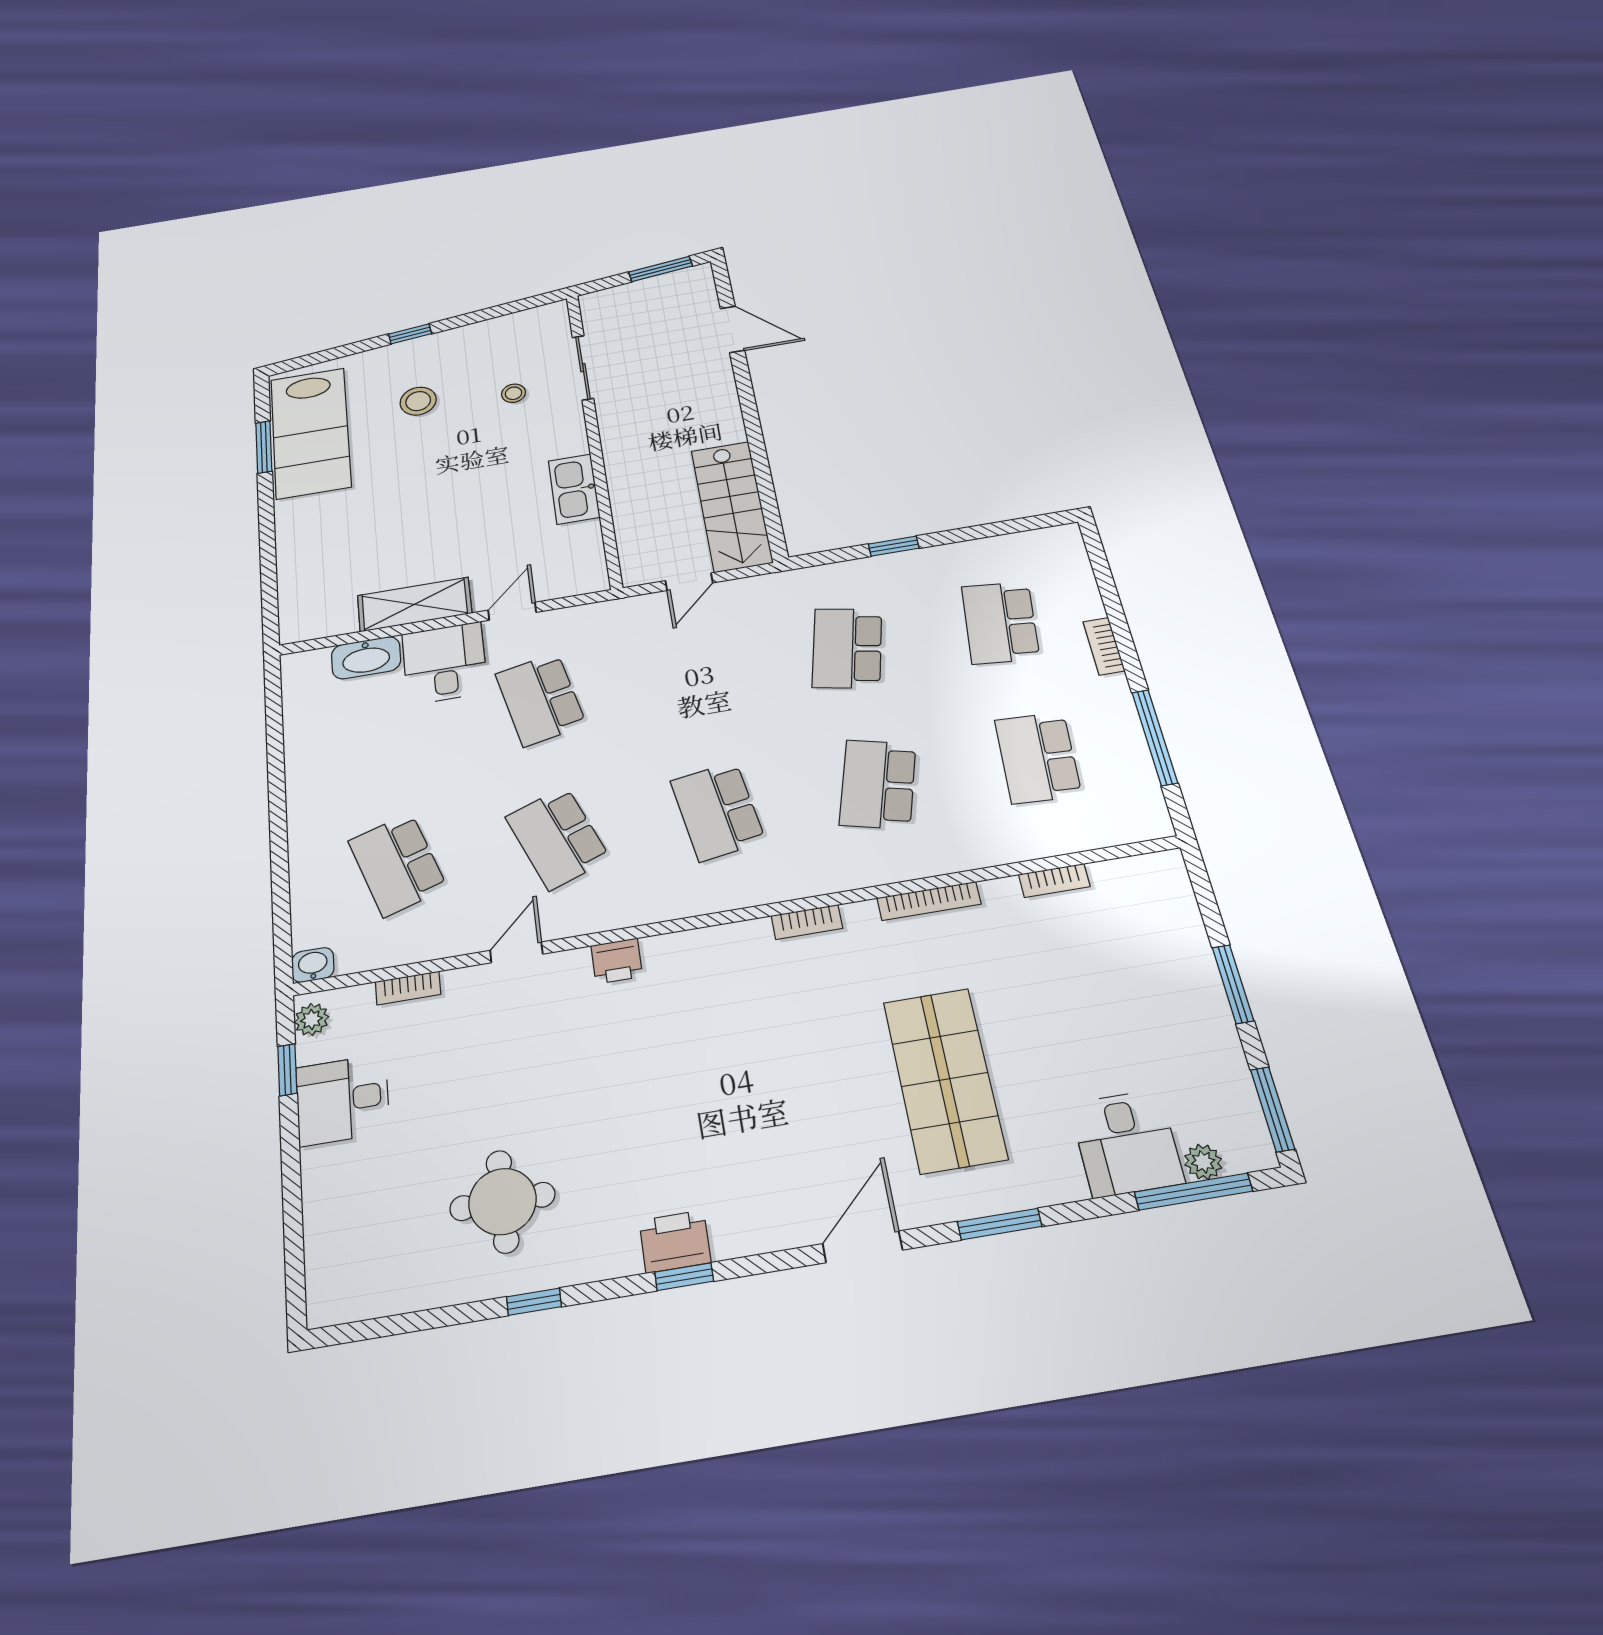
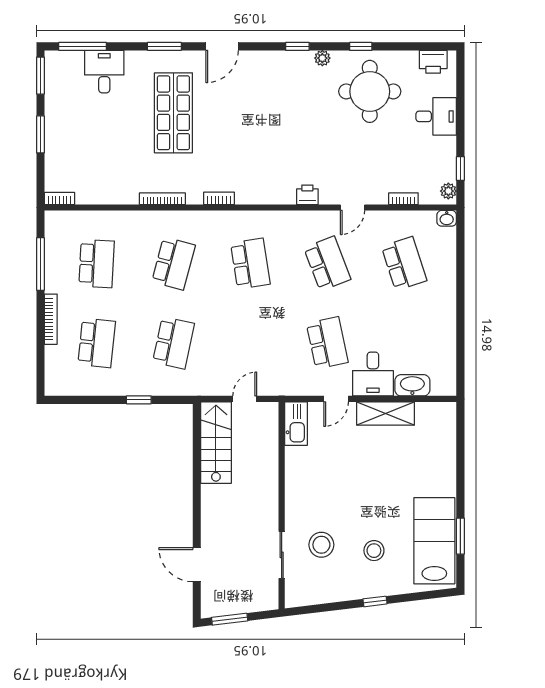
stool: (514, 393) -> (321, 545), width x1.89, depth x1.89
kitchen sink: (574, 489) -> (296, 424), moved
bookcase: (1104, 646) -> (51, 319), width x1.56
bookcase: (1054, 880) -> (60, 199), moved
desk: (343, 1100) -> (436, 116), moved
plant: (1203, 1162) -> (322, 58), moved
round table: (502, 1201) -> (370, 91), width x1.36, depth x1.36
printer: (675, 1242) -> (433, 62), moved

